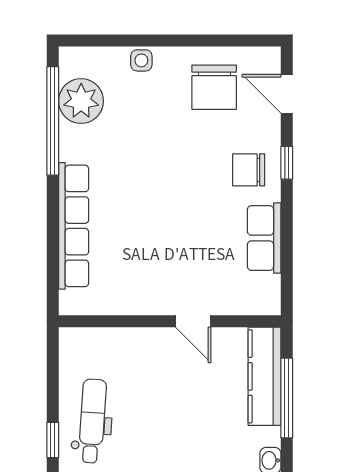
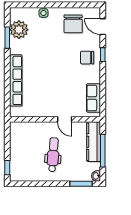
window: (53, 121) -> (7, 38), width x0.47
row of seats: (264, 238) -> (93, 98), moved
dental chair: (92, 421) -> (53, 155), moved

